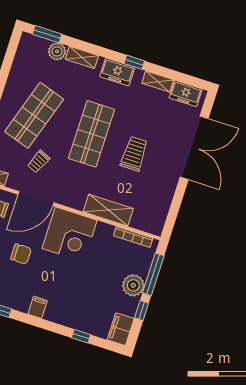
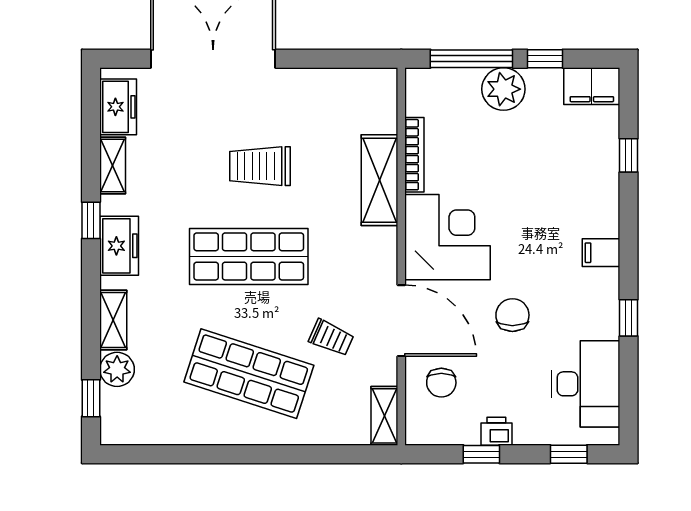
window: (47, 34) -> (91, 398), width x0.67
bookcase: (133, 237) -> (414, 155), moved

